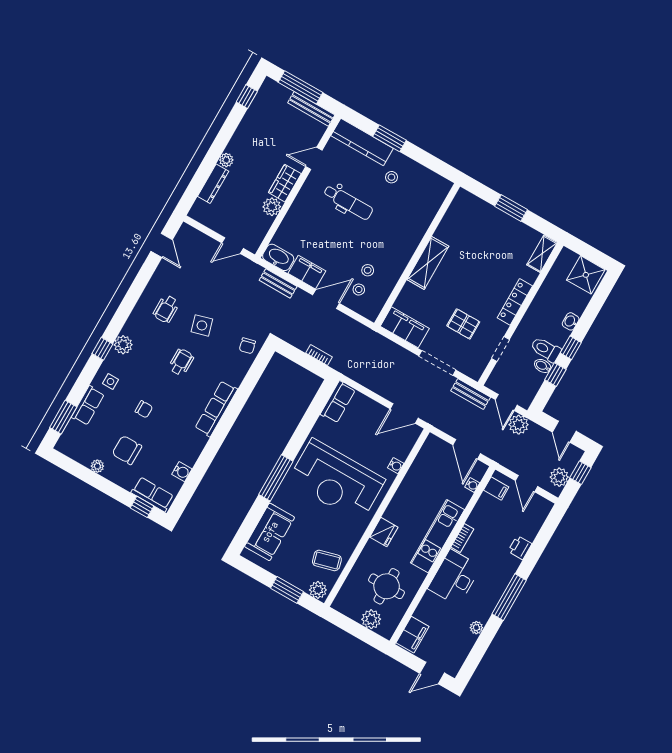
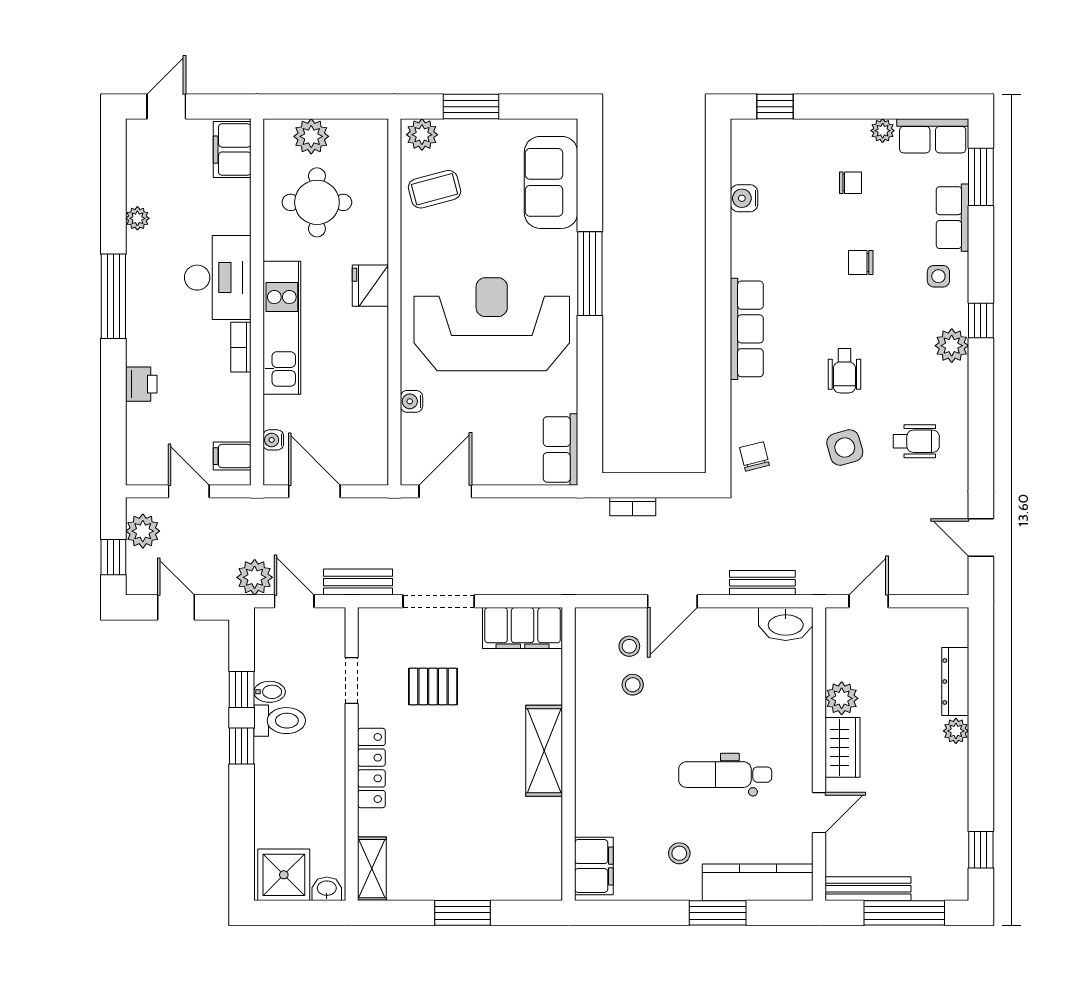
filing cabinet: (307, 272) -> (594, 866), moved, turned -90
wheelchair: (166, 309) -> (916, 441), turned 90
washbasin: (571, 321) -> (327, 889), moved, turned -90
chair: (127, 450) -> (850, 183), width x0.54, depth x0.54
row of seats: (152, 494) -> (933, 136), moved

